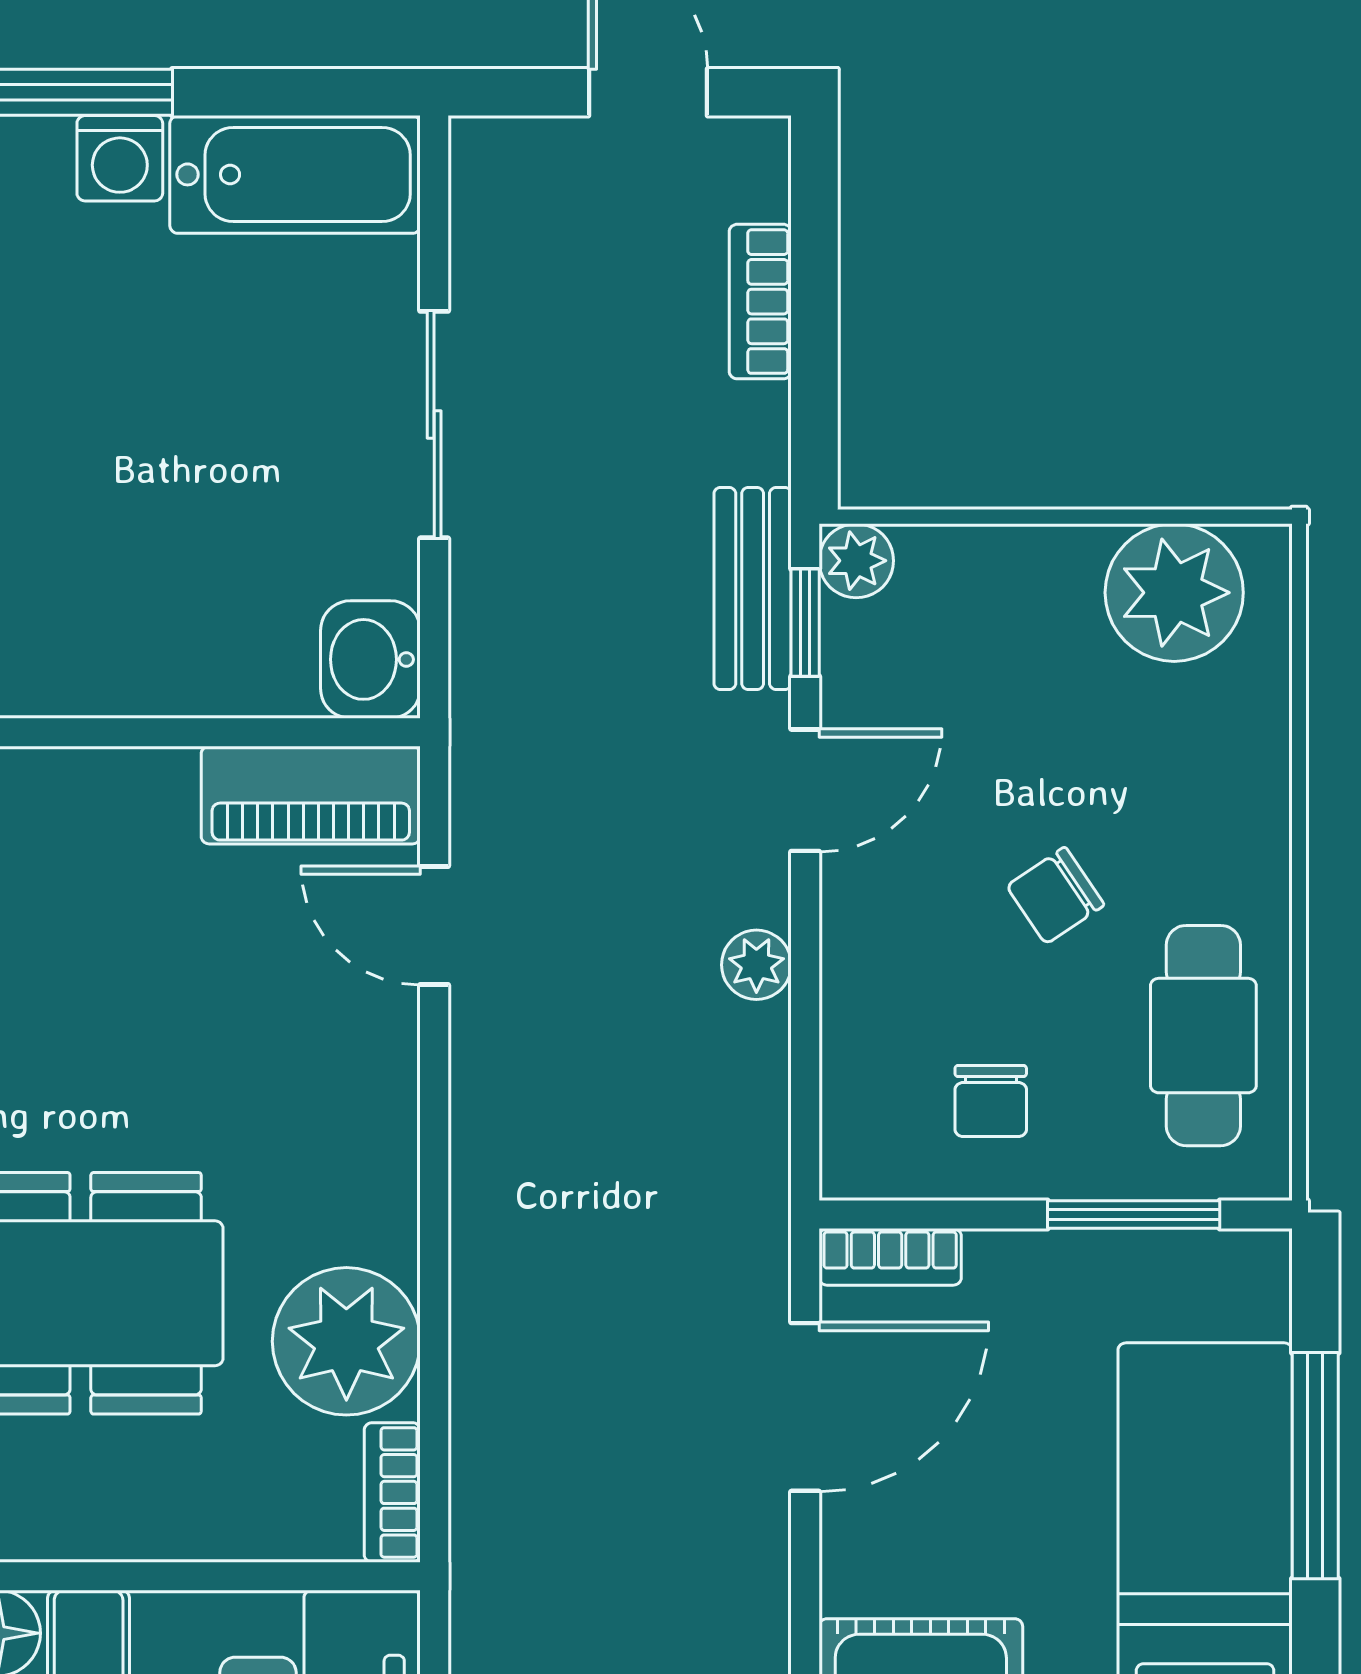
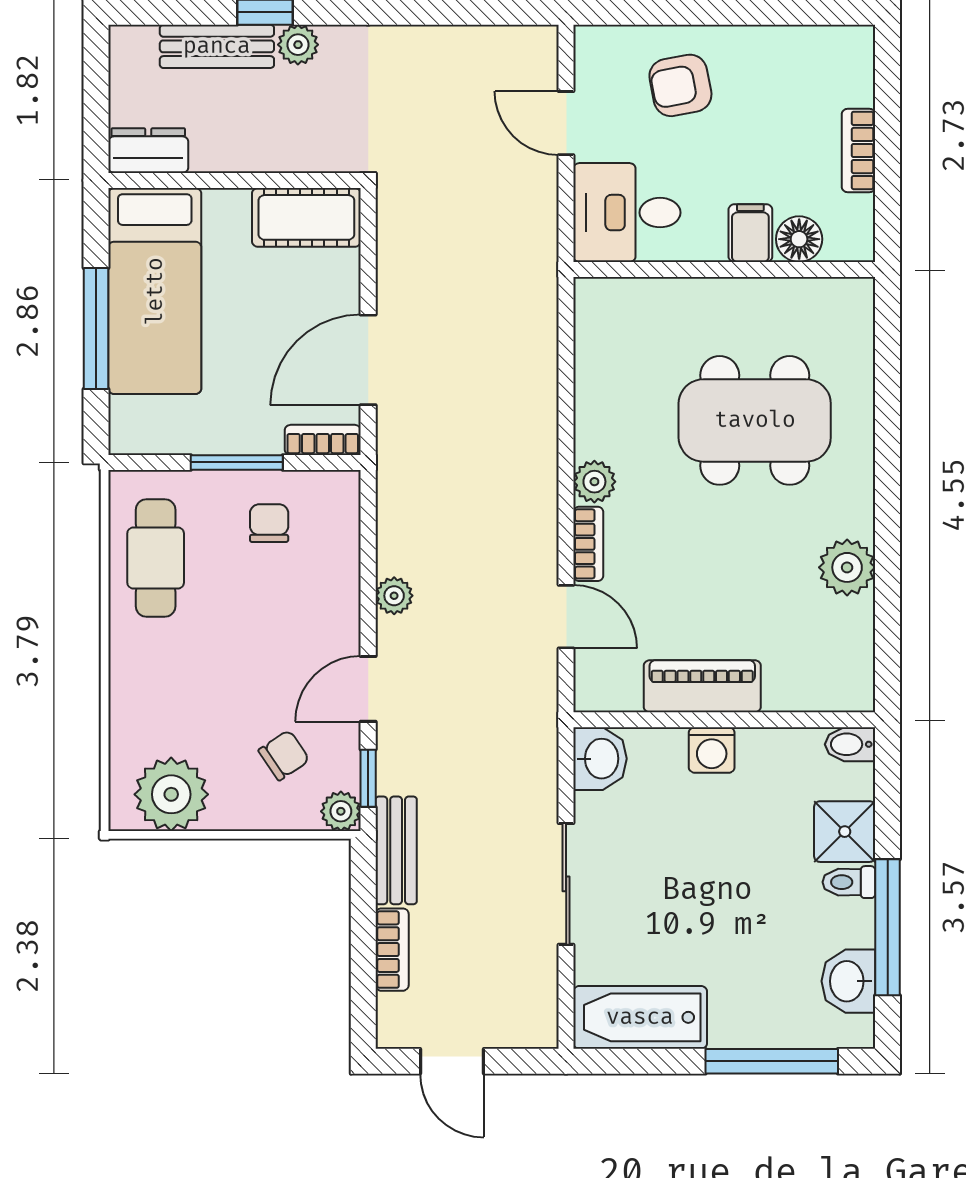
washing machine: (120, 158) -> (712, 750), moved, turned 180
bench: (753, 588) -> (396, 850), moved
piano: (311, 795) -> (702, 686), moved
chair: (1055, 895) -> (284, 755), moved
window: (1134, 1215) -> (237, 462), moved
plant: (346, 1341) -> (594, 482), moved, width x0.53, depth x0.53
bookcase: (392, 1492) -> (588, 544), moved

